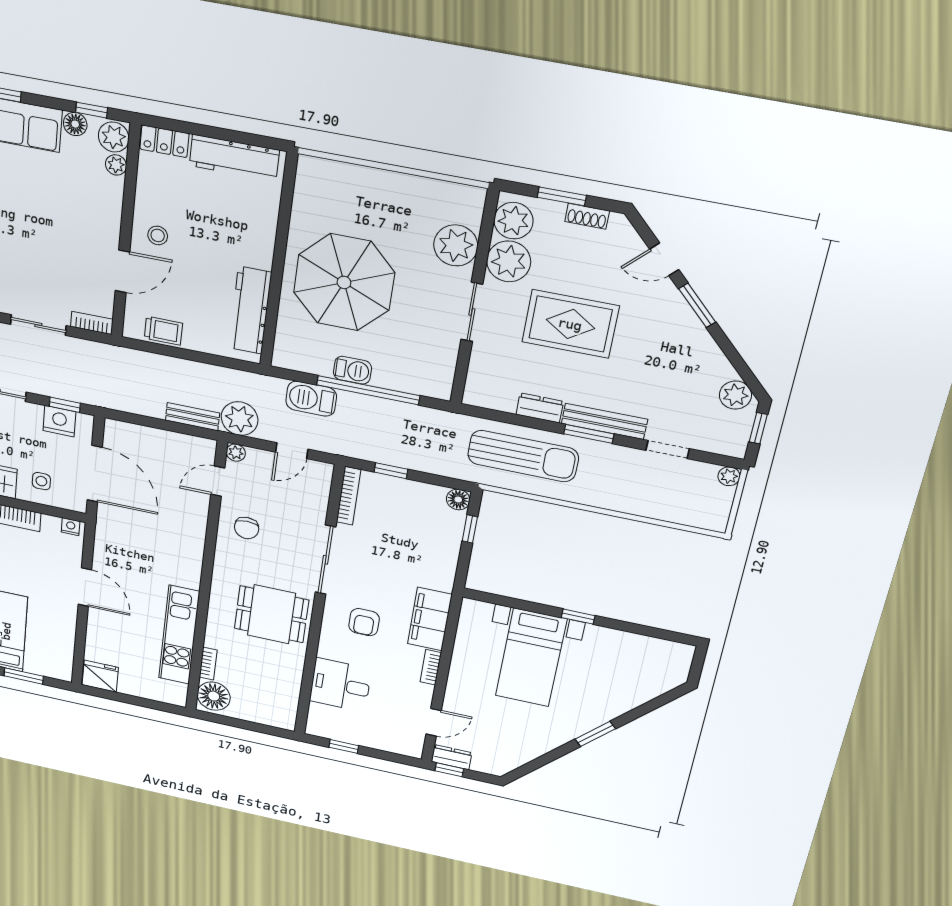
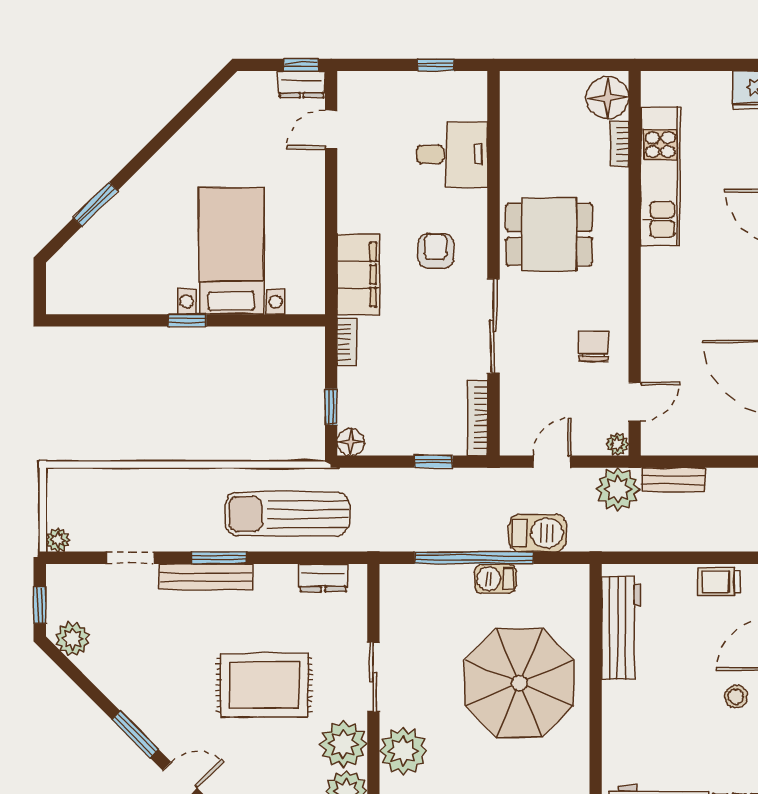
dresser: (540, 408) -> (323, 578), moved
bookcase: (431, 667) -> (347, 342), moved
window: (595, 734) -> (95, 204), moved

